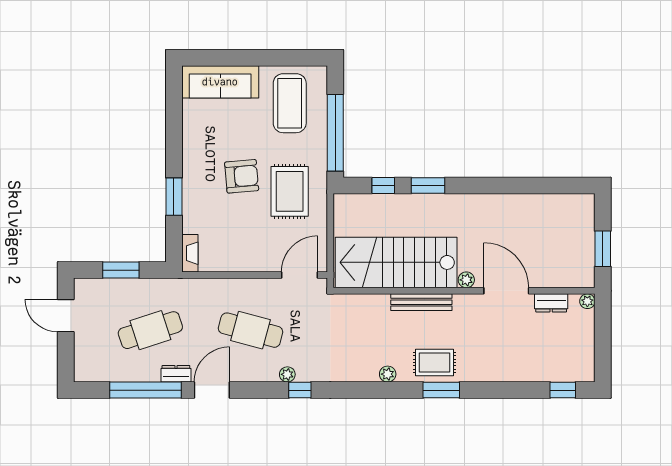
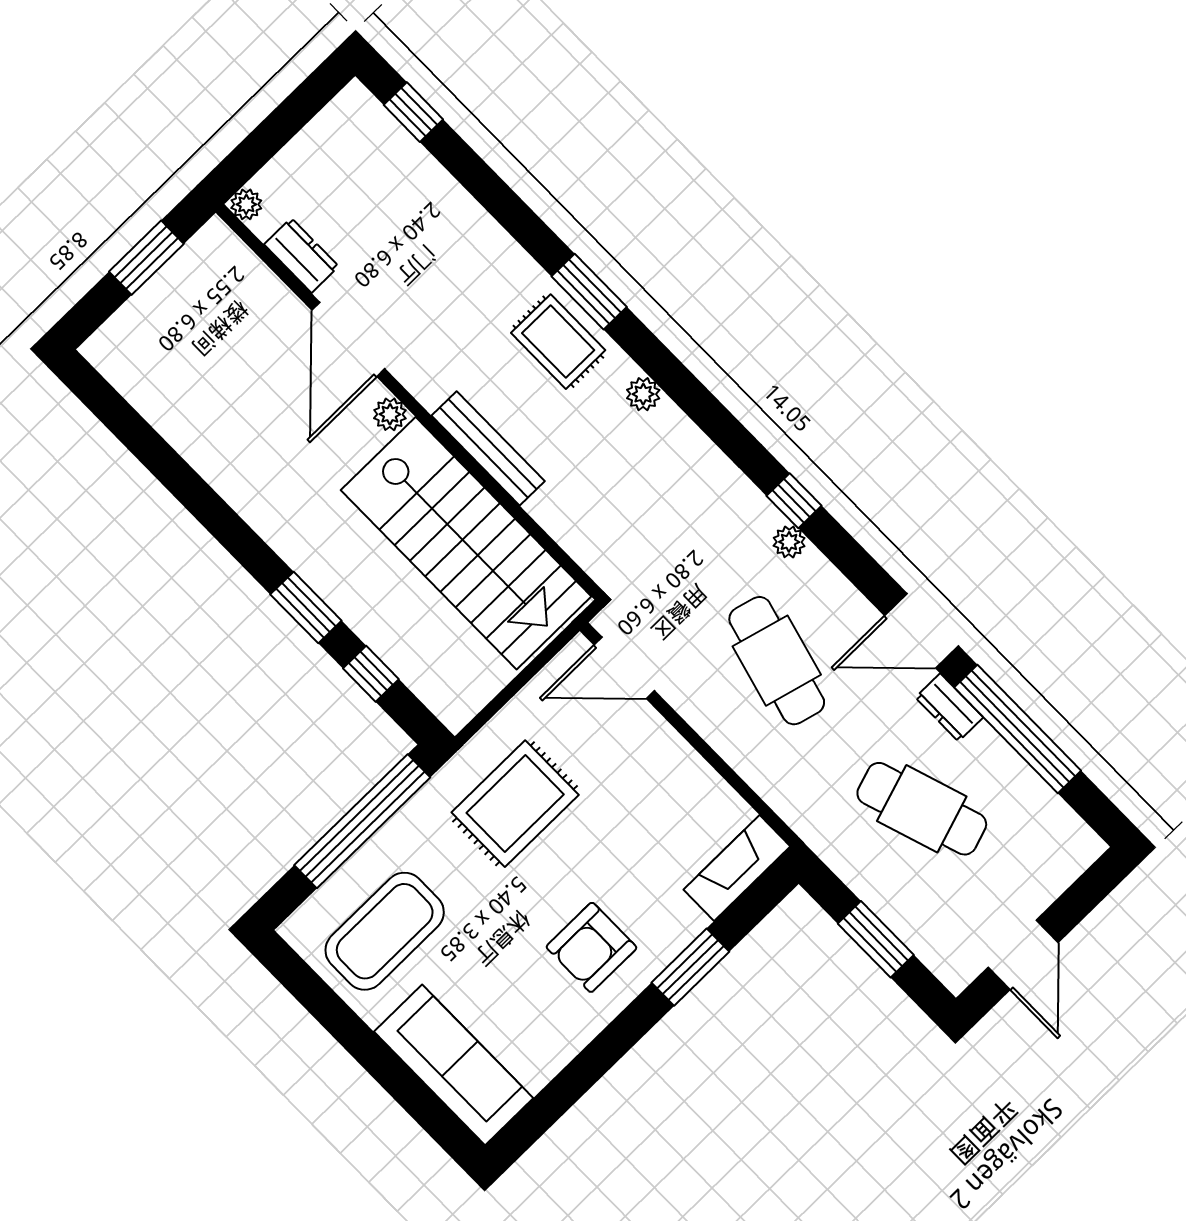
armchair: (242, 176) -> (591, 947), moved, turned -85
fireplace: (190, 253) -> (737, 868), width x1.37, depth x1.32

